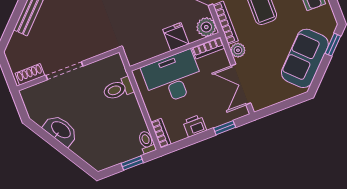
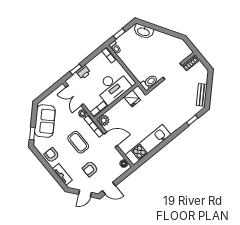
fridge: (176, 37) -> (132, 98), moved
double door: (241, 84) -> (75, 96), swing flipped
toilet: (118, 89) -> (149, 82), moved
printer: (195, 126) -> (83, 72), moved
washbasin: (61, 130) -> (143, 31), moved

